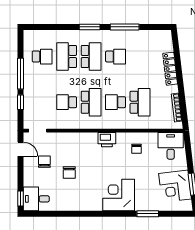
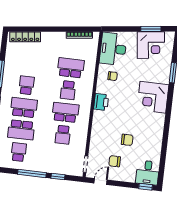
locker: (170, 69) -> (25, 37), moved
desk: (171, 146) -> (113, 49), width x1.37

